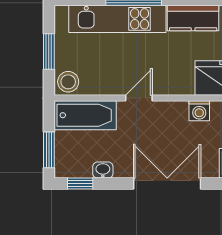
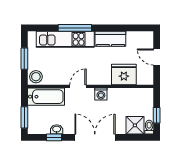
washing machine: (199, 111) -> (101, 94), moved
window: (80, 183) -> (54, 137), moved

